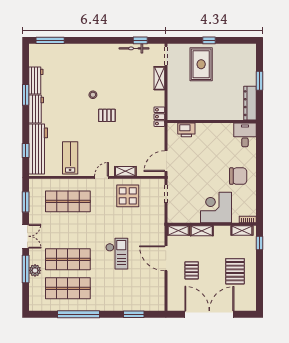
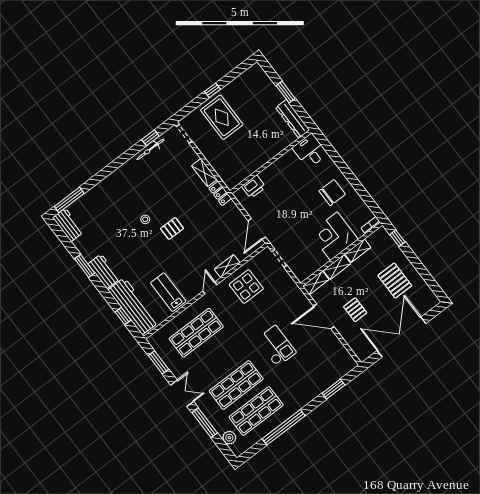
shelving: (159, 78) -> (204, 173), moved
workbench: (36, 81) -> (68, 225), moved
shelving: (242, 230) -> (358, 251), moved
plant: (35, 270) -> (229, 438), moved

